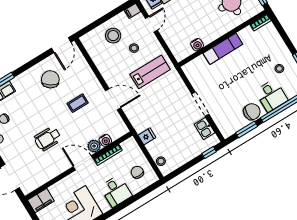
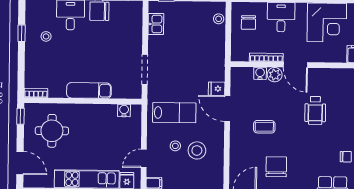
stool: (113, 36) -> (197, 150), moved
water cooler: (197, 45) -> (124, 111), moved
lab bench: (150, 72) -> (174, 113), turned 180
chair: (50, 79) -> (276, 167), turned 147
doorway: (200, 104) -> (145, 69), moved
fridge: (147, 136) -> (217, 89), moved
wheelchair: (48, 139) -> (315, 110), turned 90

